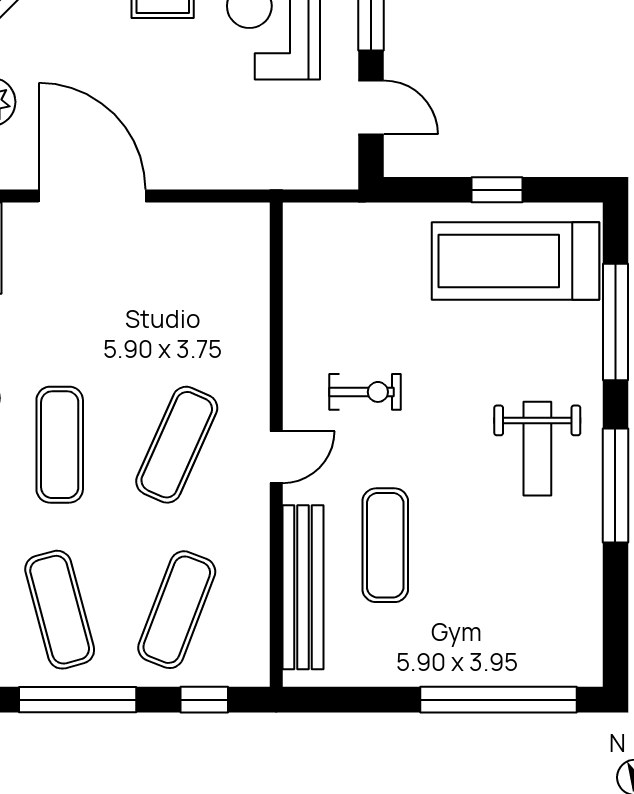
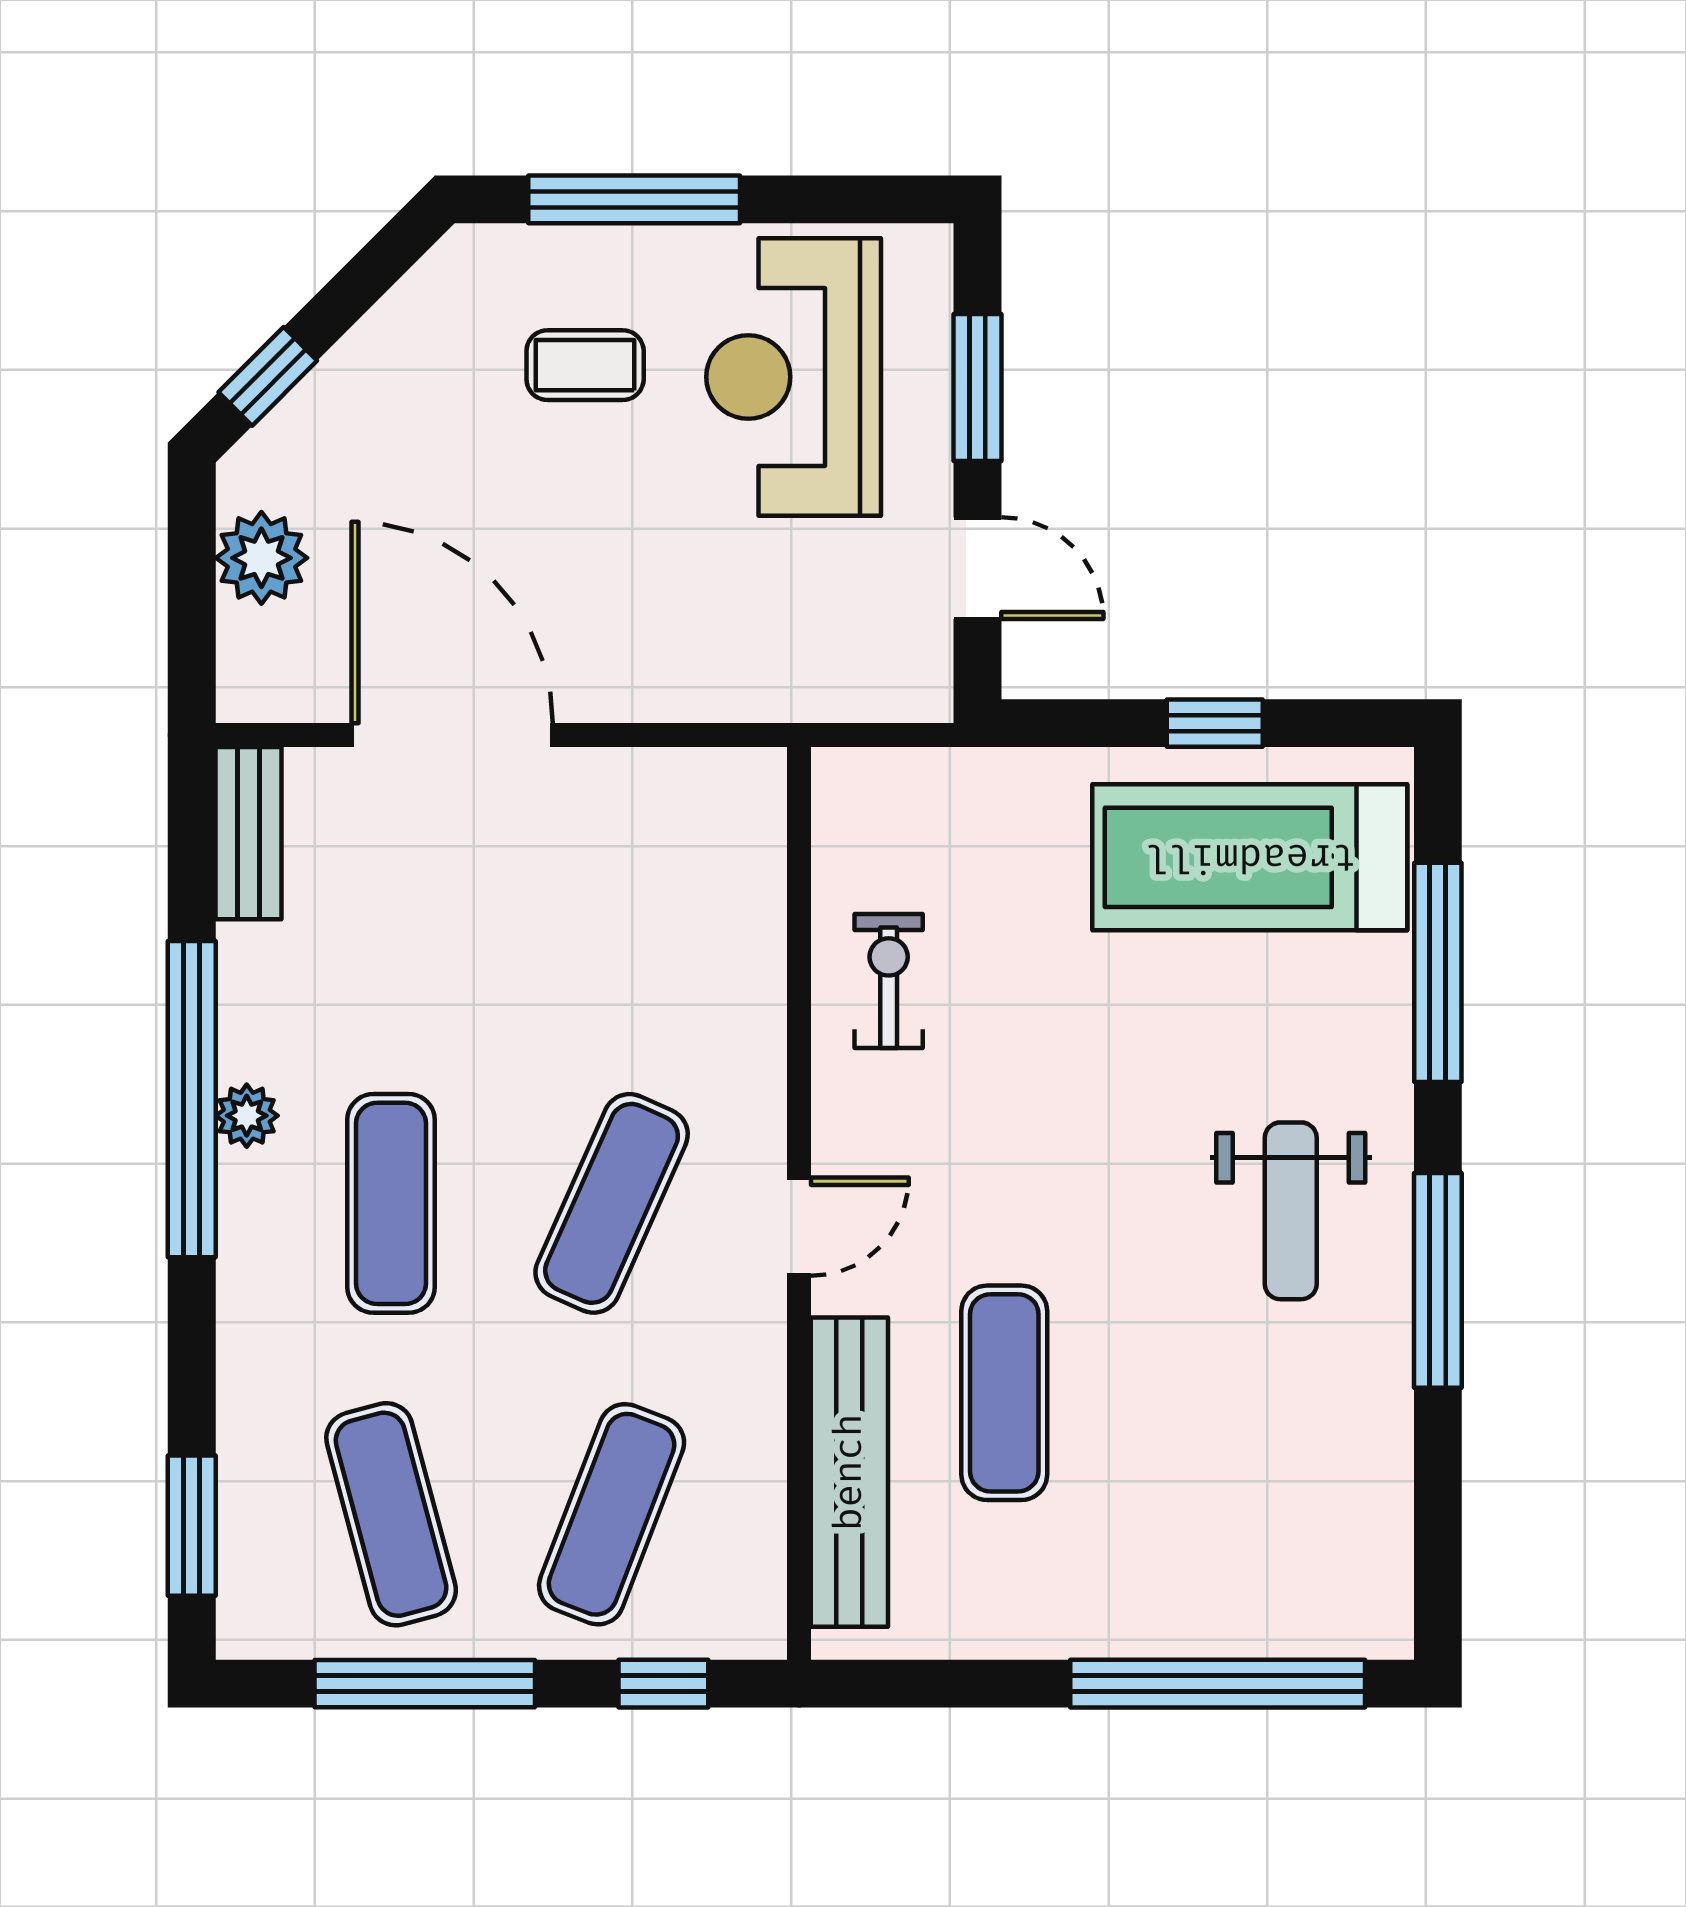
exercise bike: (365, 392) -> (889, 981), moved, turned -90

